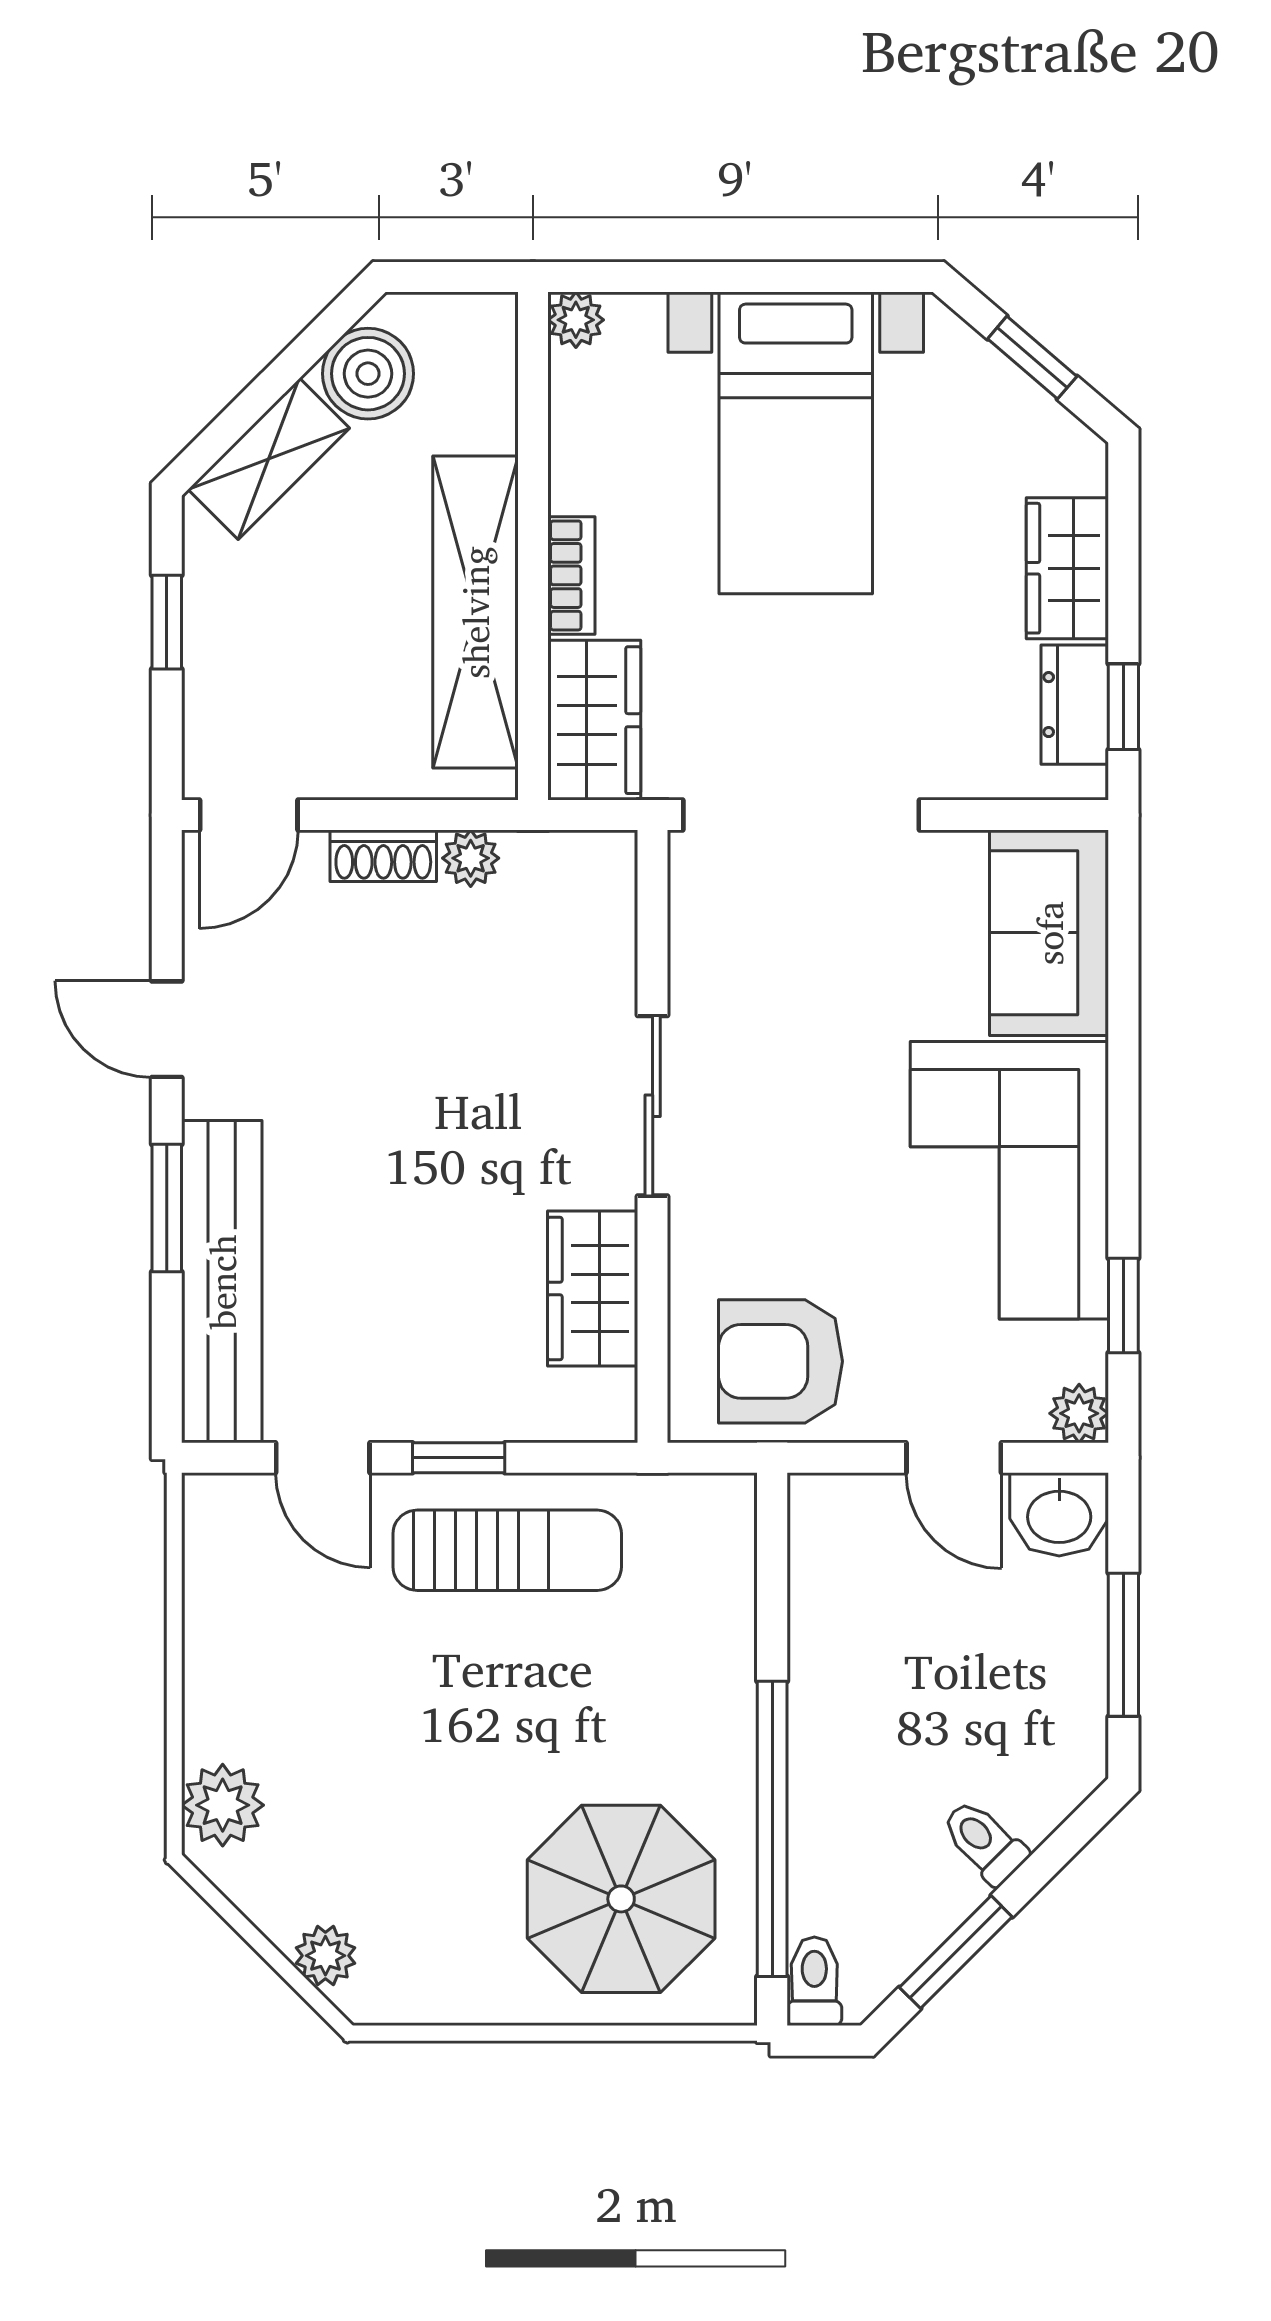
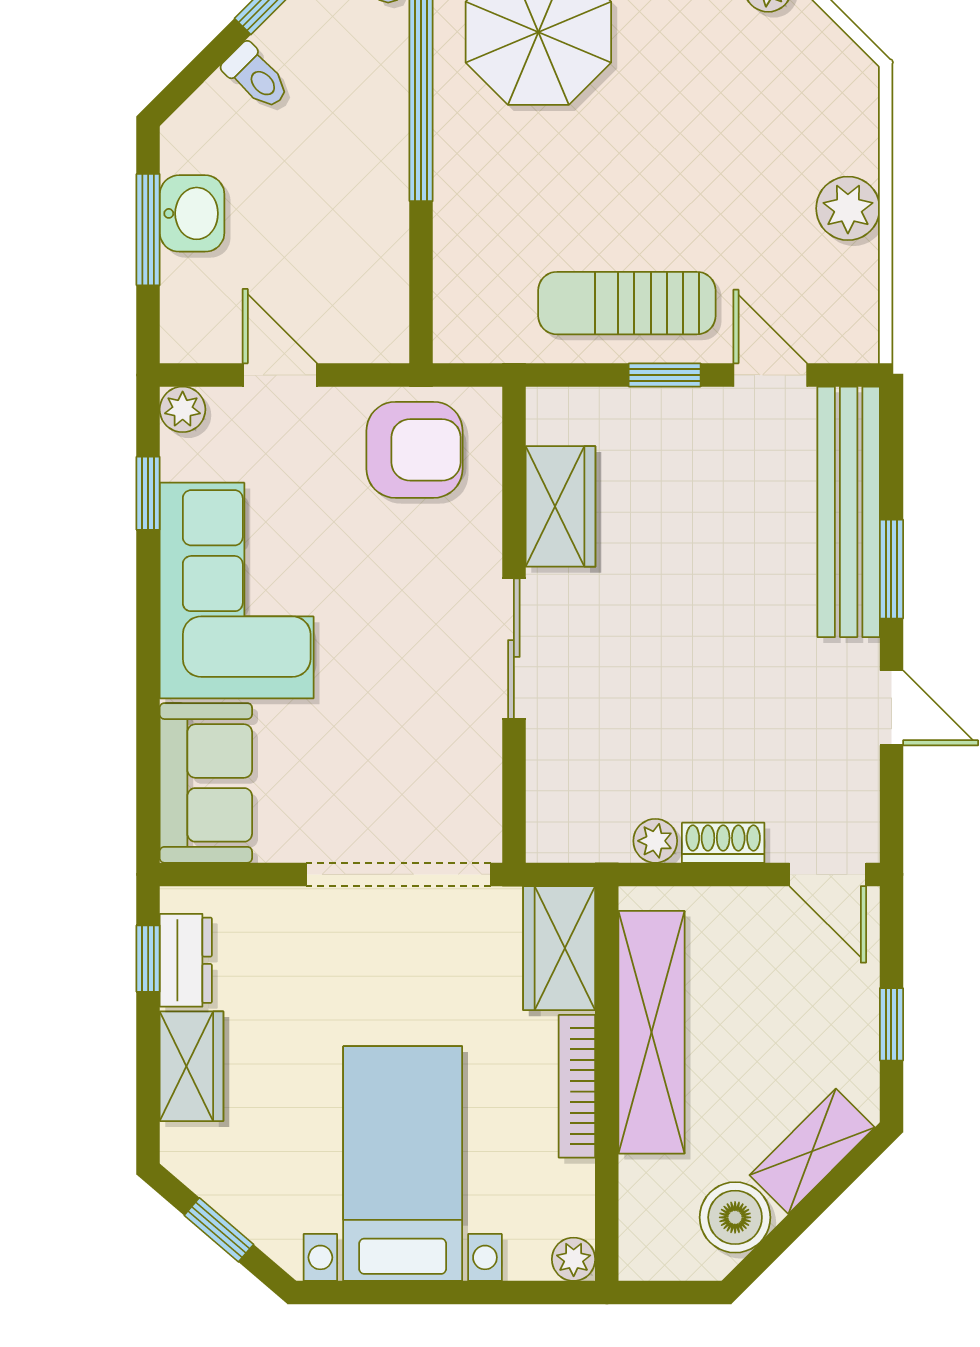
bookcase: (571, 575) -> (577, 1086), width x1.56
door: (249, 815) -> (828, 874), swing flipped
washbasin: (1059, 1514) -> (192, 213), moved, turned 90
plant: (223, 1805) -> (848, 208), moved

